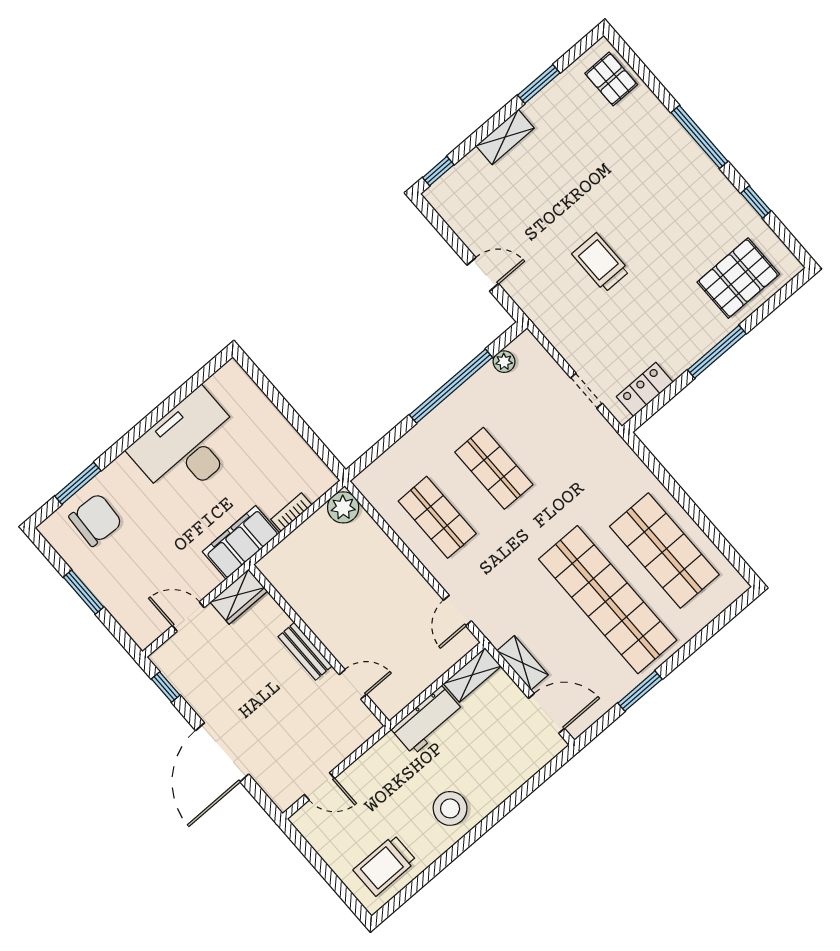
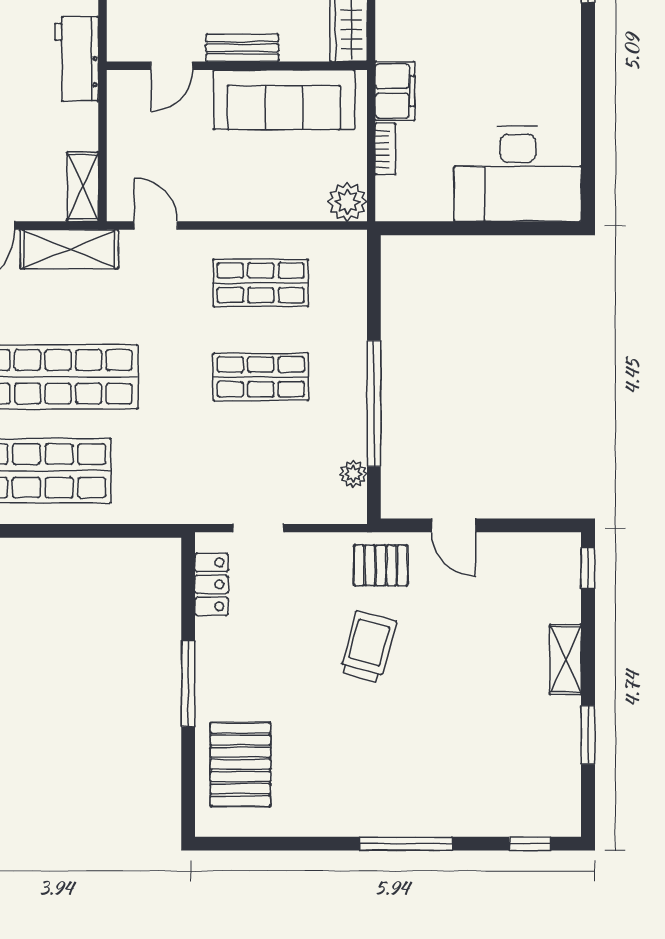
pallet: (611, 79) -> (381, 565), moved
window: (756, 202) -> (530, 844), moved
trolley: (601, 263) -> (368, 647), turned -75
door: (483, 274) -> (454, 525), hinge flipped
desk: (188, 446) -> (518, 174), moved, turned 90
filing cabinet: (241, 542) -> (395, 91), width x0.67, depth x0.86
sofa: (315, 599) -> (284, 100), added
shelving: (523, 663) -> (69, 249), width x1.50, depth x1.33
workbench: (427, 720) -> (77, 59), moved

